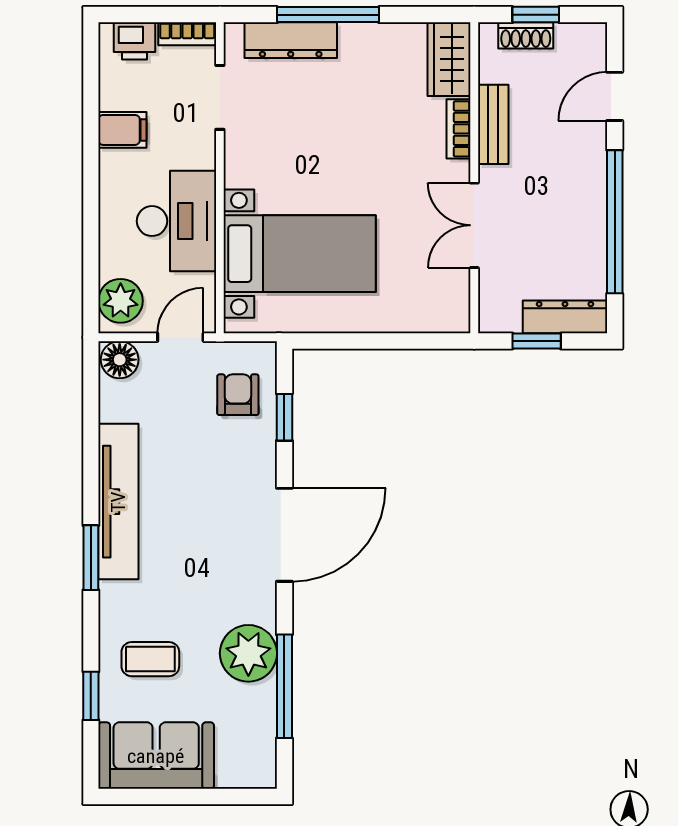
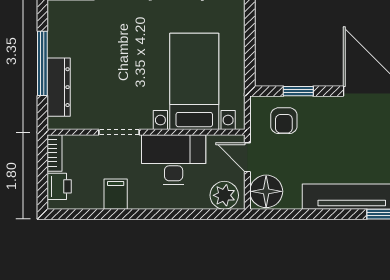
doorway: (220, 97) -> (119, 132), moved
floor lamp: (120, 360) -> (266, 191), width x1.38, depth x1.38
armchair: (238, 395) -> (284, 121), turned -90

